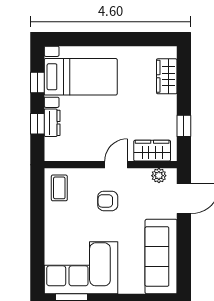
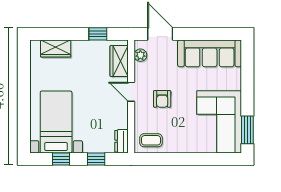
dresser: (52, 123) -> (122, 141), moved, turned -90

